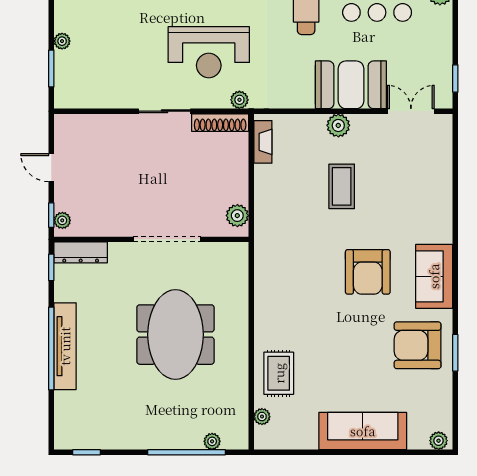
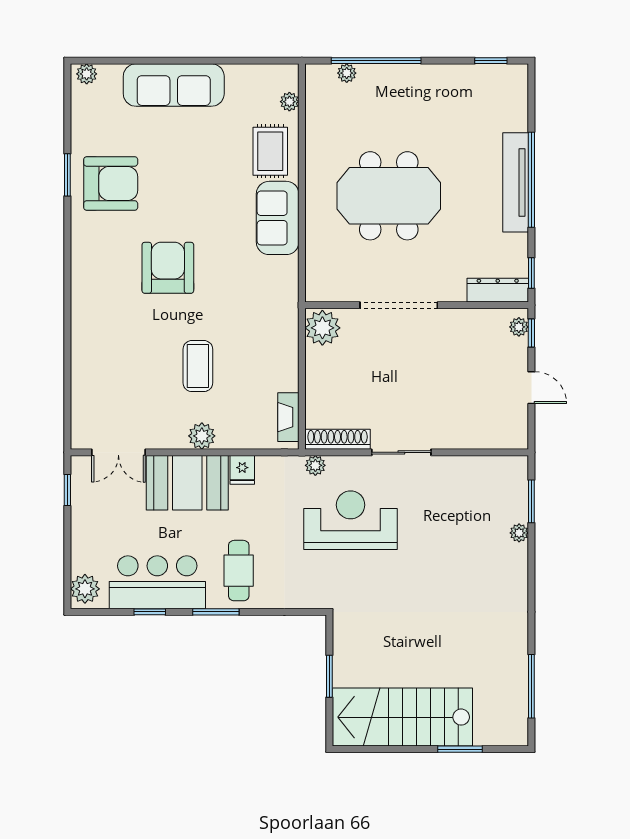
fridge: (303, 96) -> (242, 470), added
plant: (237, 216) -> (322, 328), width x1.36, depth x1.36
sofa: (434, 276) -> (278, 218), moved, turned 180
meeting table: (175, 335) -> (389, 196), turned 90

